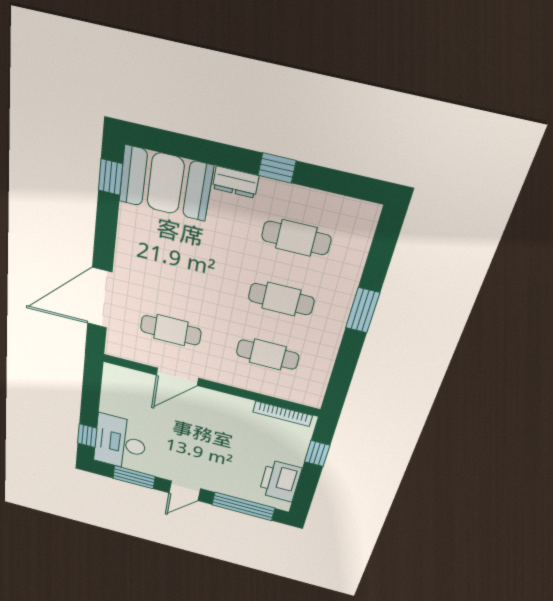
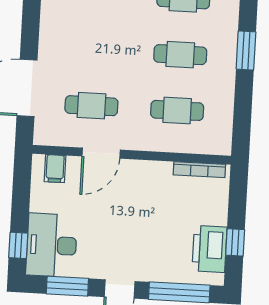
filing cabinet: (127, 380) -> (55, 169), added
window: (317, 454) -> (235, 242), moved

